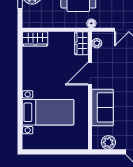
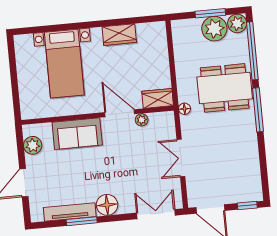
wardrobe: (35, 39) -> (119, 35), moved, turned -90
plant: (97, 43) -> (142, 120), moved

